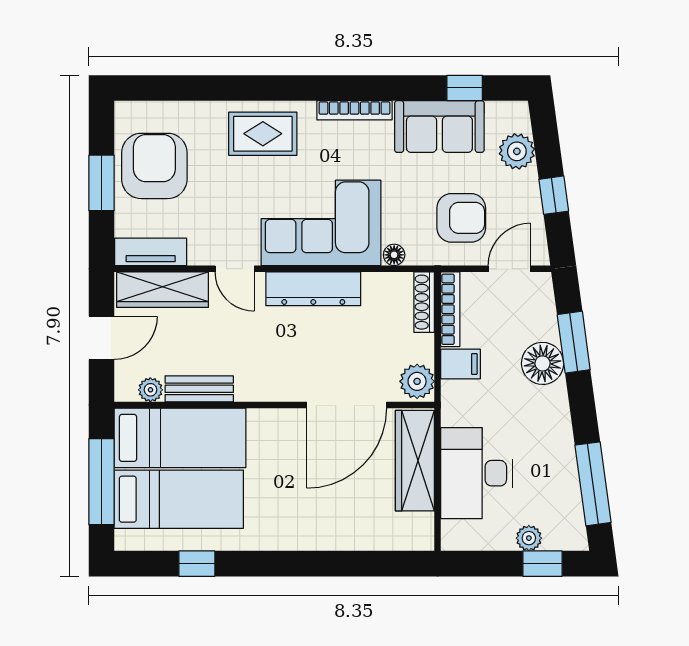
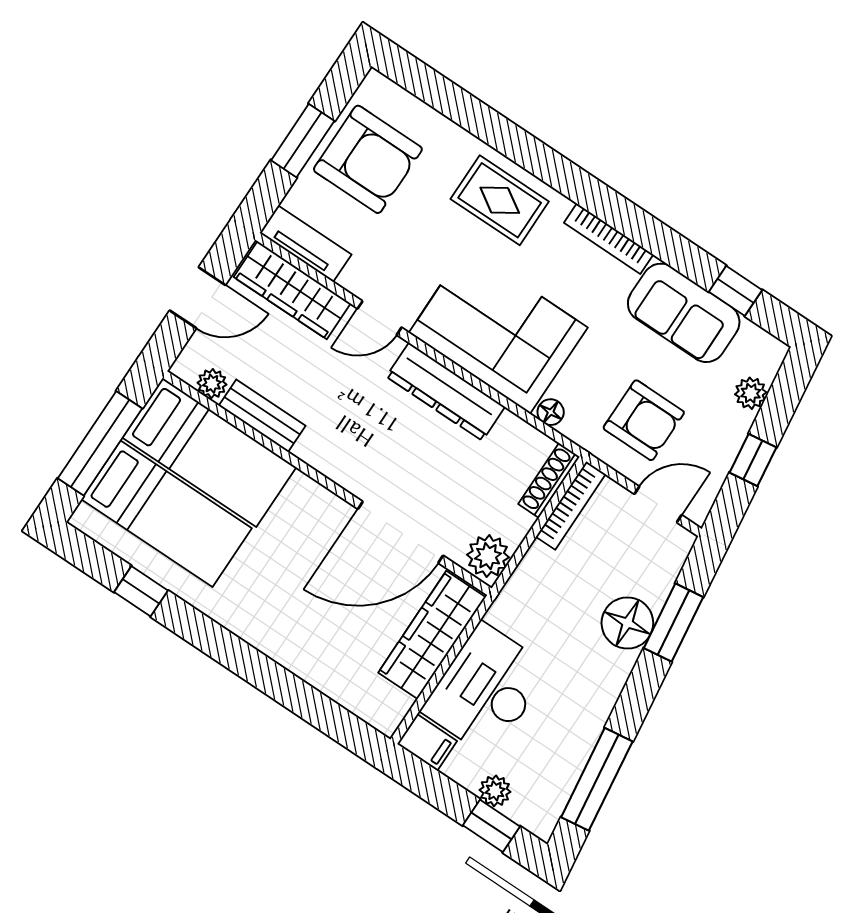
plant: (517, 151) -> (751, 393), width x0.73, depth x0.73
armchair: (154, 166) -> (368, 159), turned 90
door: (235, 269) -> (380, 318), hinge flipped
filing cabinet: (460, 364) -> (427, 742), moved

